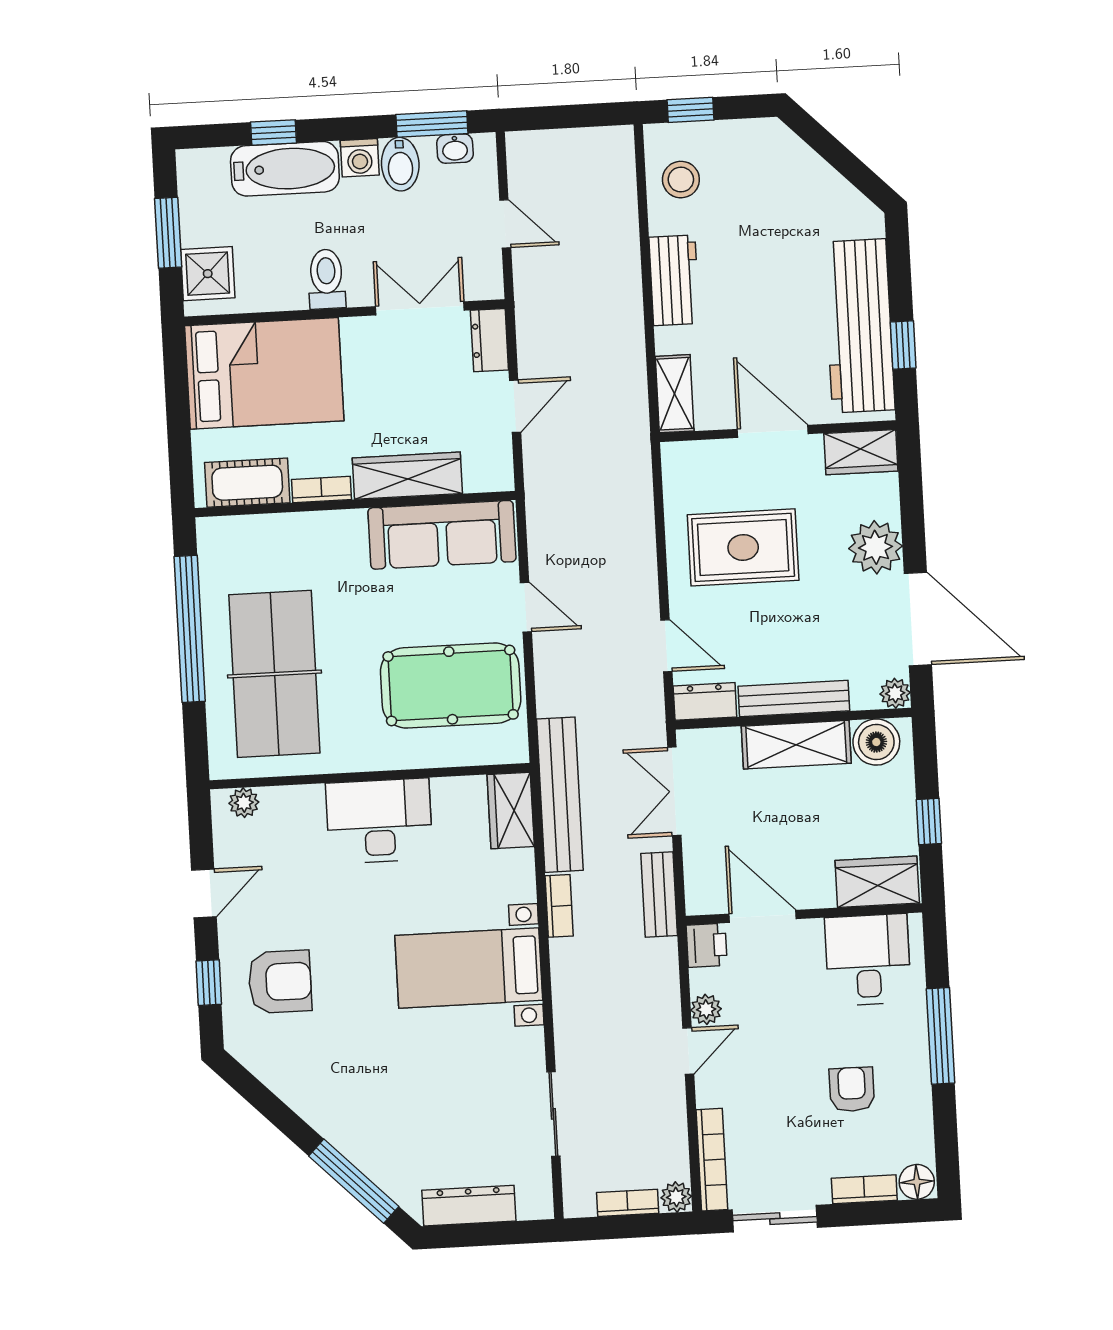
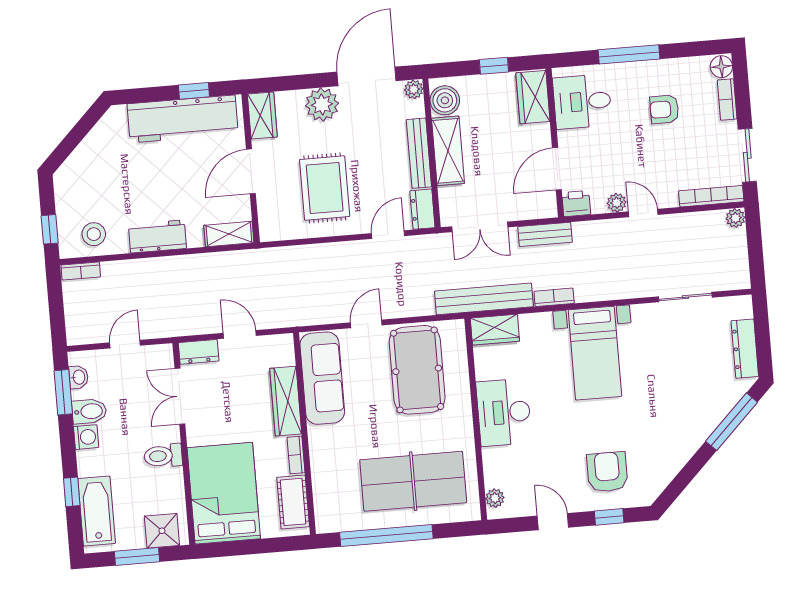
bathtub: (285, 169) -> (97, 511), moved
bookcase: (628, 1203) -> (81, 271), moved, turned -90

